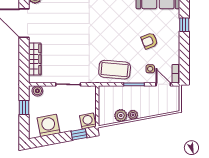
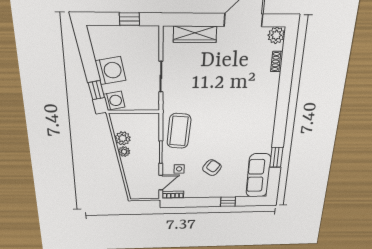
armchair: (149, 41) -> (212, 168), turned 58
boiler: (37, 91) -> (152, 37), removed
washing machine: (49, 125) -> (111, 71), moved

